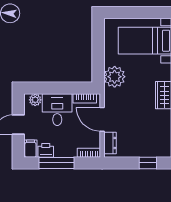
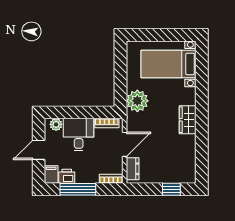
door: (102, 119) -> (125, 144), swing flipped

